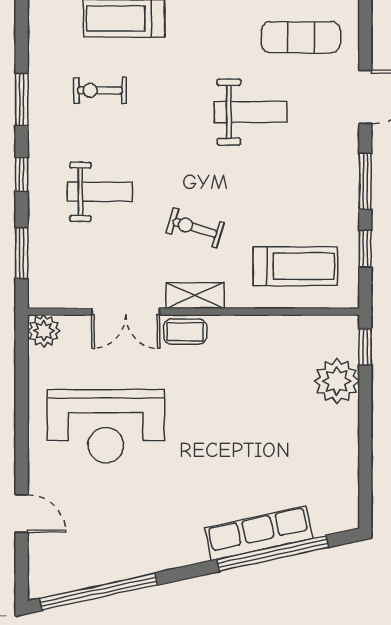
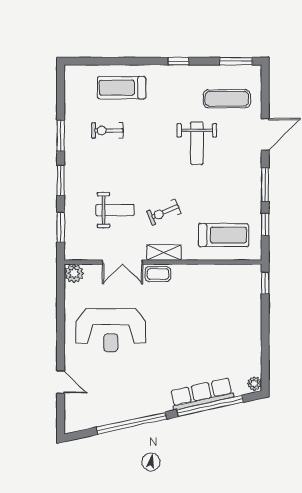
weight bench: (251, 112) -> (197, 143), turned 90
window: (22, 174) -> (61, 180), width x1.50
weight bench: (100, 192) -> (115, 210), moved
exercise bike: (195, 228) -> (164, 212), turned -40
plant: (337, 381) -> (254, 383), moved, width x0.53, depth x0.53
window: (99, 592) -> (132, 423), moved

